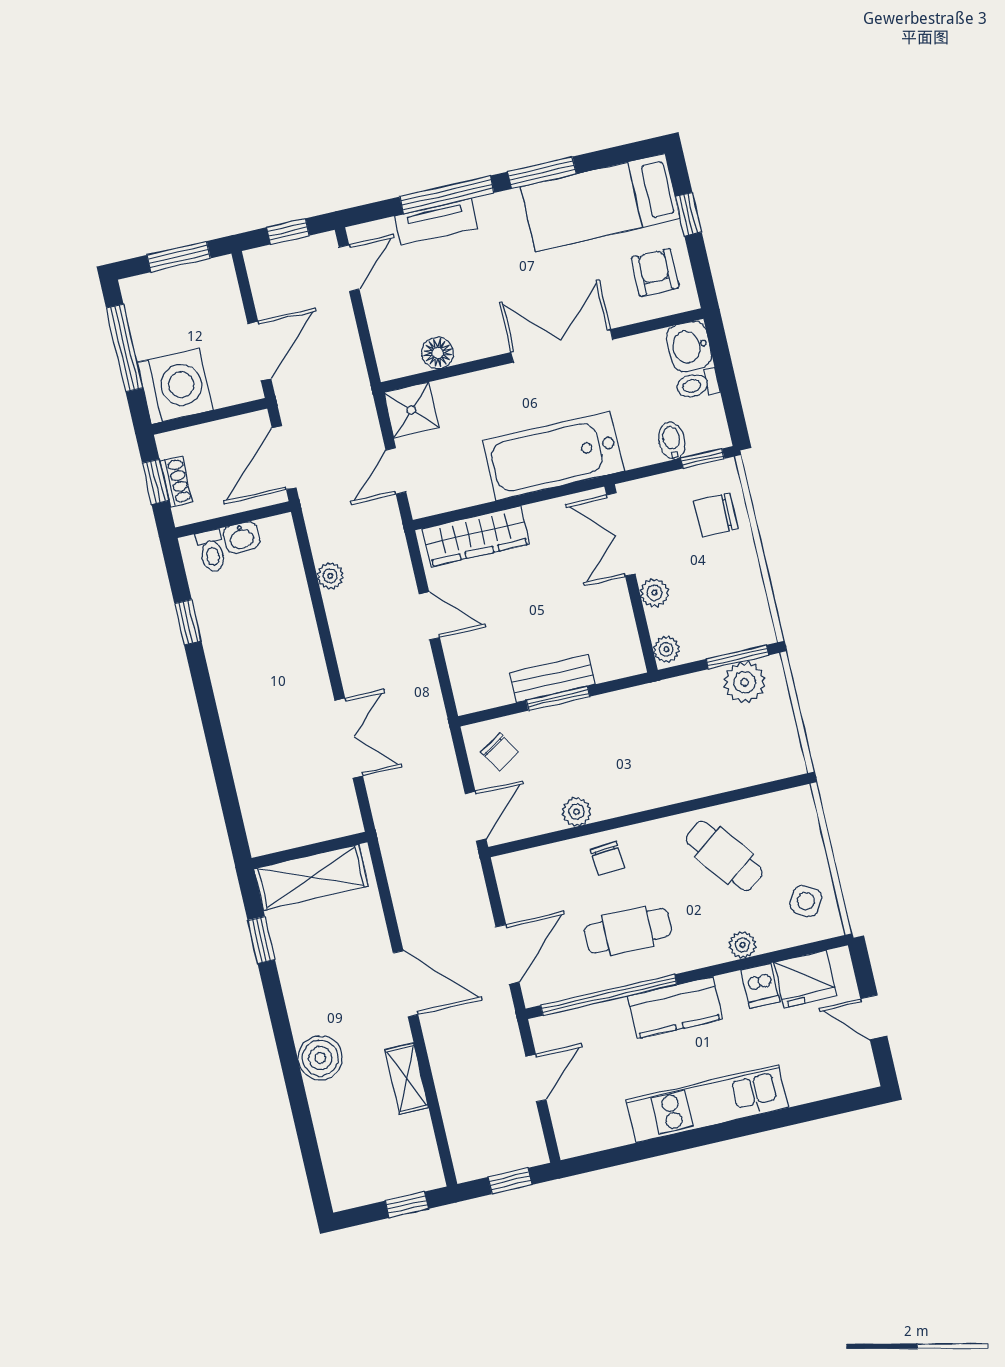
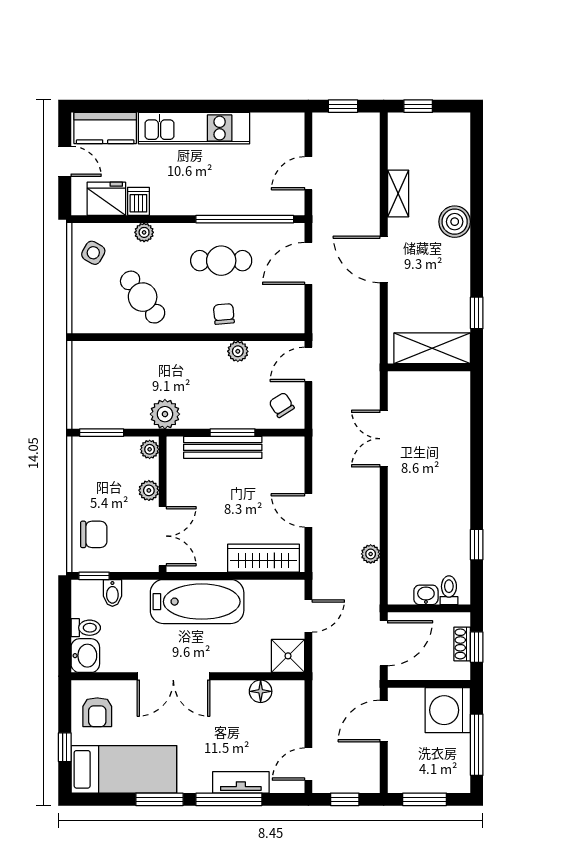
bench: (552, 678) -> (223, 447), width x1.36
plant: (745, 682) -> (165, 414), moved
kitchen counter: (675, 1008) -> (105, 128), moved, turned 180

